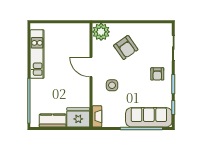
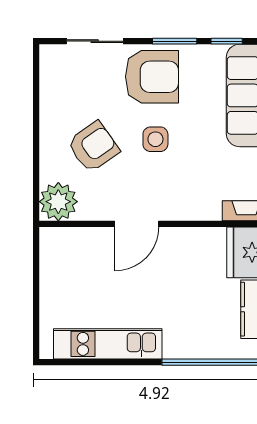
armchair: (157, 74) -> (152, 77), width x1.88, depth x1.88
side table: (112, 85) -> (155, 139), moved

